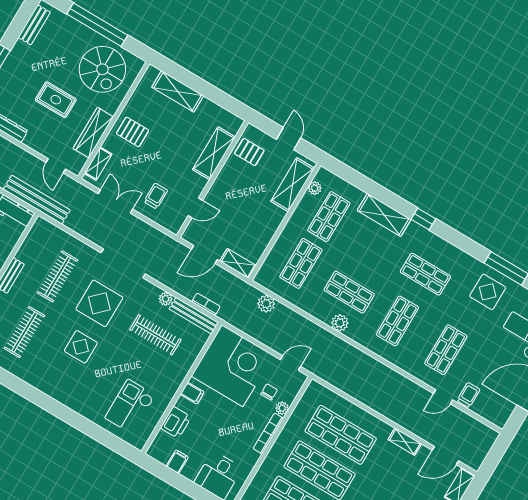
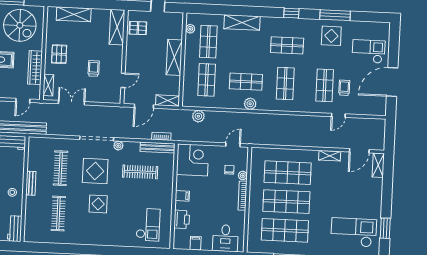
pallet: (133, 132) -> (59, 54), turned 90
shelving: (214, 153) -> (117, 27), moved
door: (56, 166) -> (23, 100), hinge flipped
shelving: (292, 185) -> (174, 57), moved
trolley: (156, 196) -> (94, 68), moved
window: (423, 219) -> (291, 13), moved
plant: (166, 299) -> (118, 146), moved
corner desk: (232, 366) -> (193, 160), width x0.74, depth x0.74
trolley: (469, 395) -> (344, 88), moved
checkout: (130, 407) -> (148, 225), turned 180

